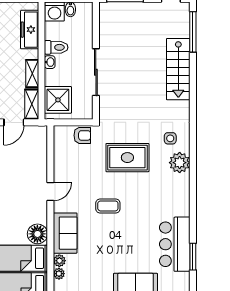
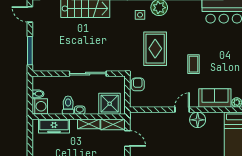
door: (50, 192) -> (182, 110), hinge flipped
floor lamp: (37, 234) -> (198, 120), moved

